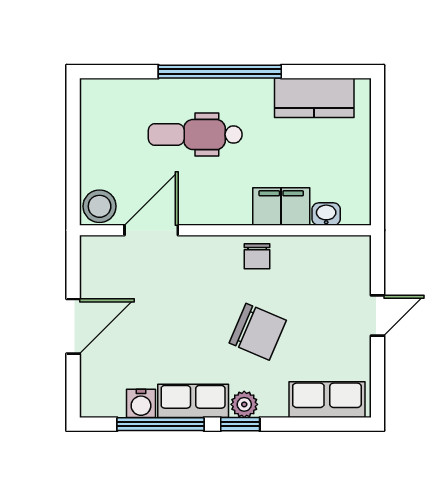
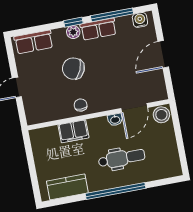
washbasin: (326, 214) -> (115, 120), moved
water cooler: (141, 403) -> (140, 20), moved

